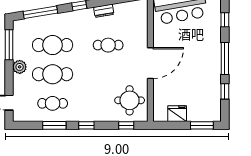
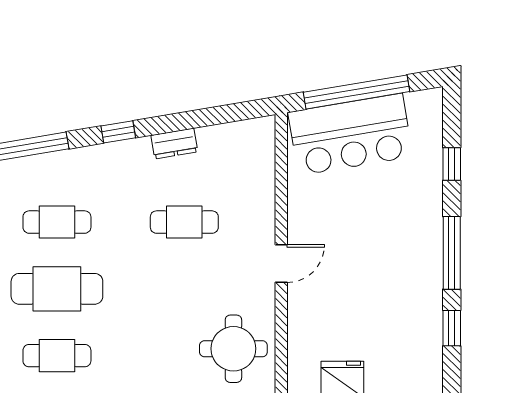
cafe table: (53, 45) -> (57, 222), width x0.73, depth x0.74
door: (150, 63) -> (281, 264), width x0.53

